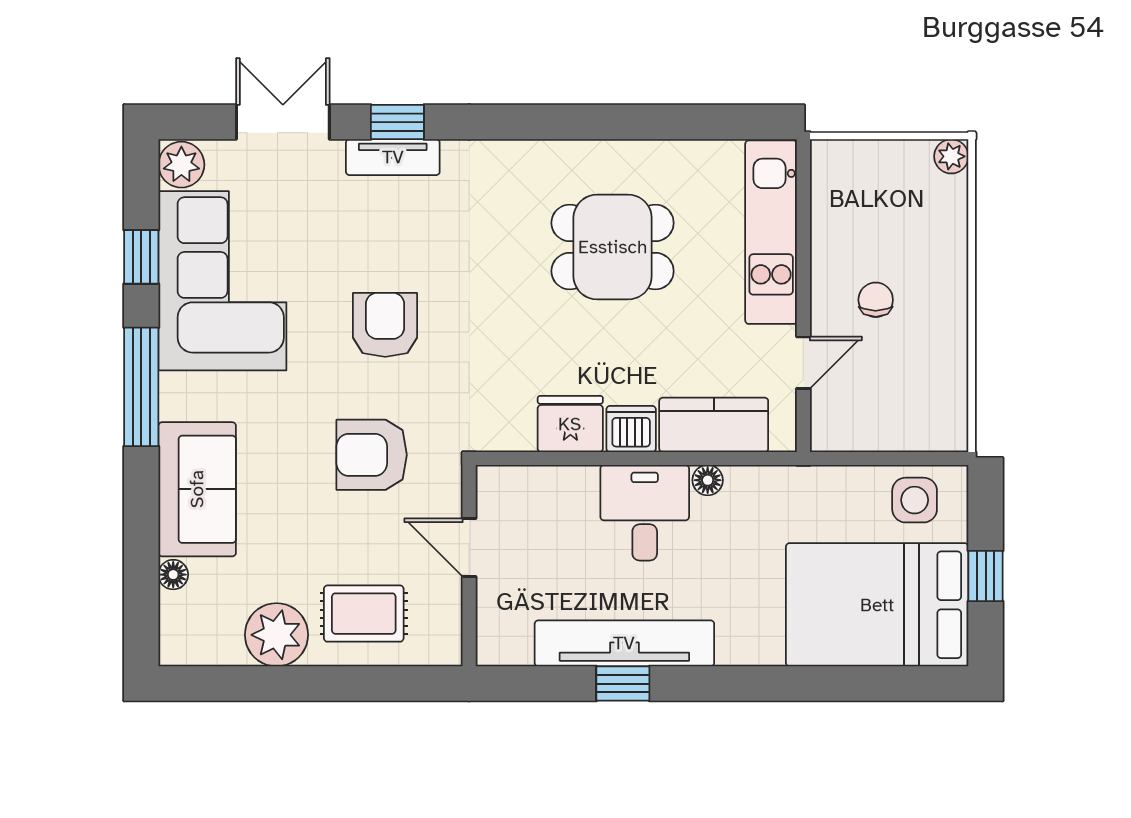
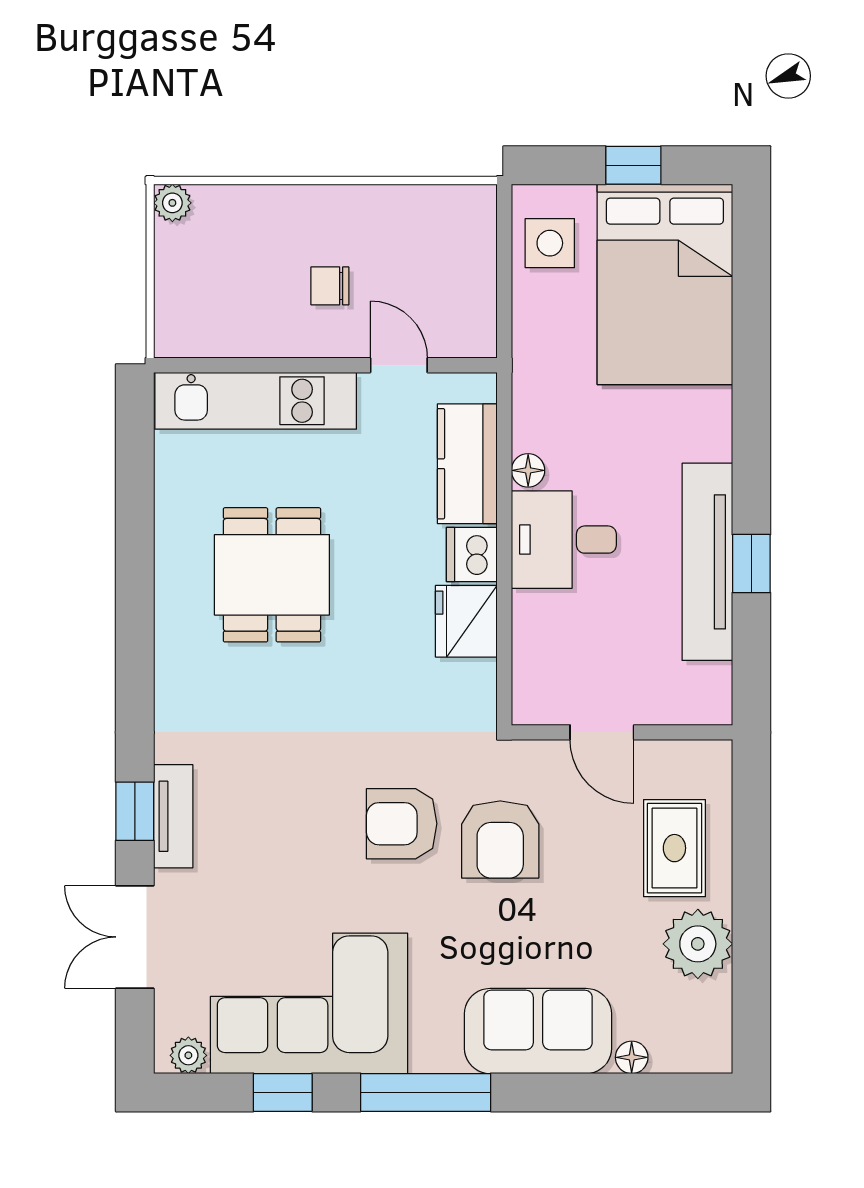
plant: (181, 165) -> (188, 1055), width x0.73, depth x0.73
armchair: (385, 325) -> (402, 824), moved
door: (469, 547) -> (602, 732), hinge flipped

